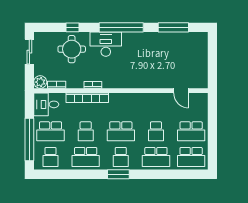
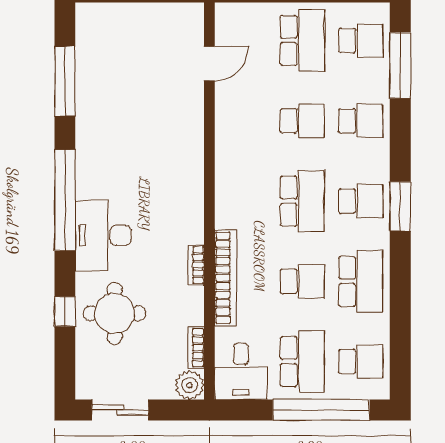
school desk: (156, 157) -> (361, 121), width x0.54
school desk: (191, 157) -> (361, 41), width x0.54
window: (180, 174) -> (400, 65), added

